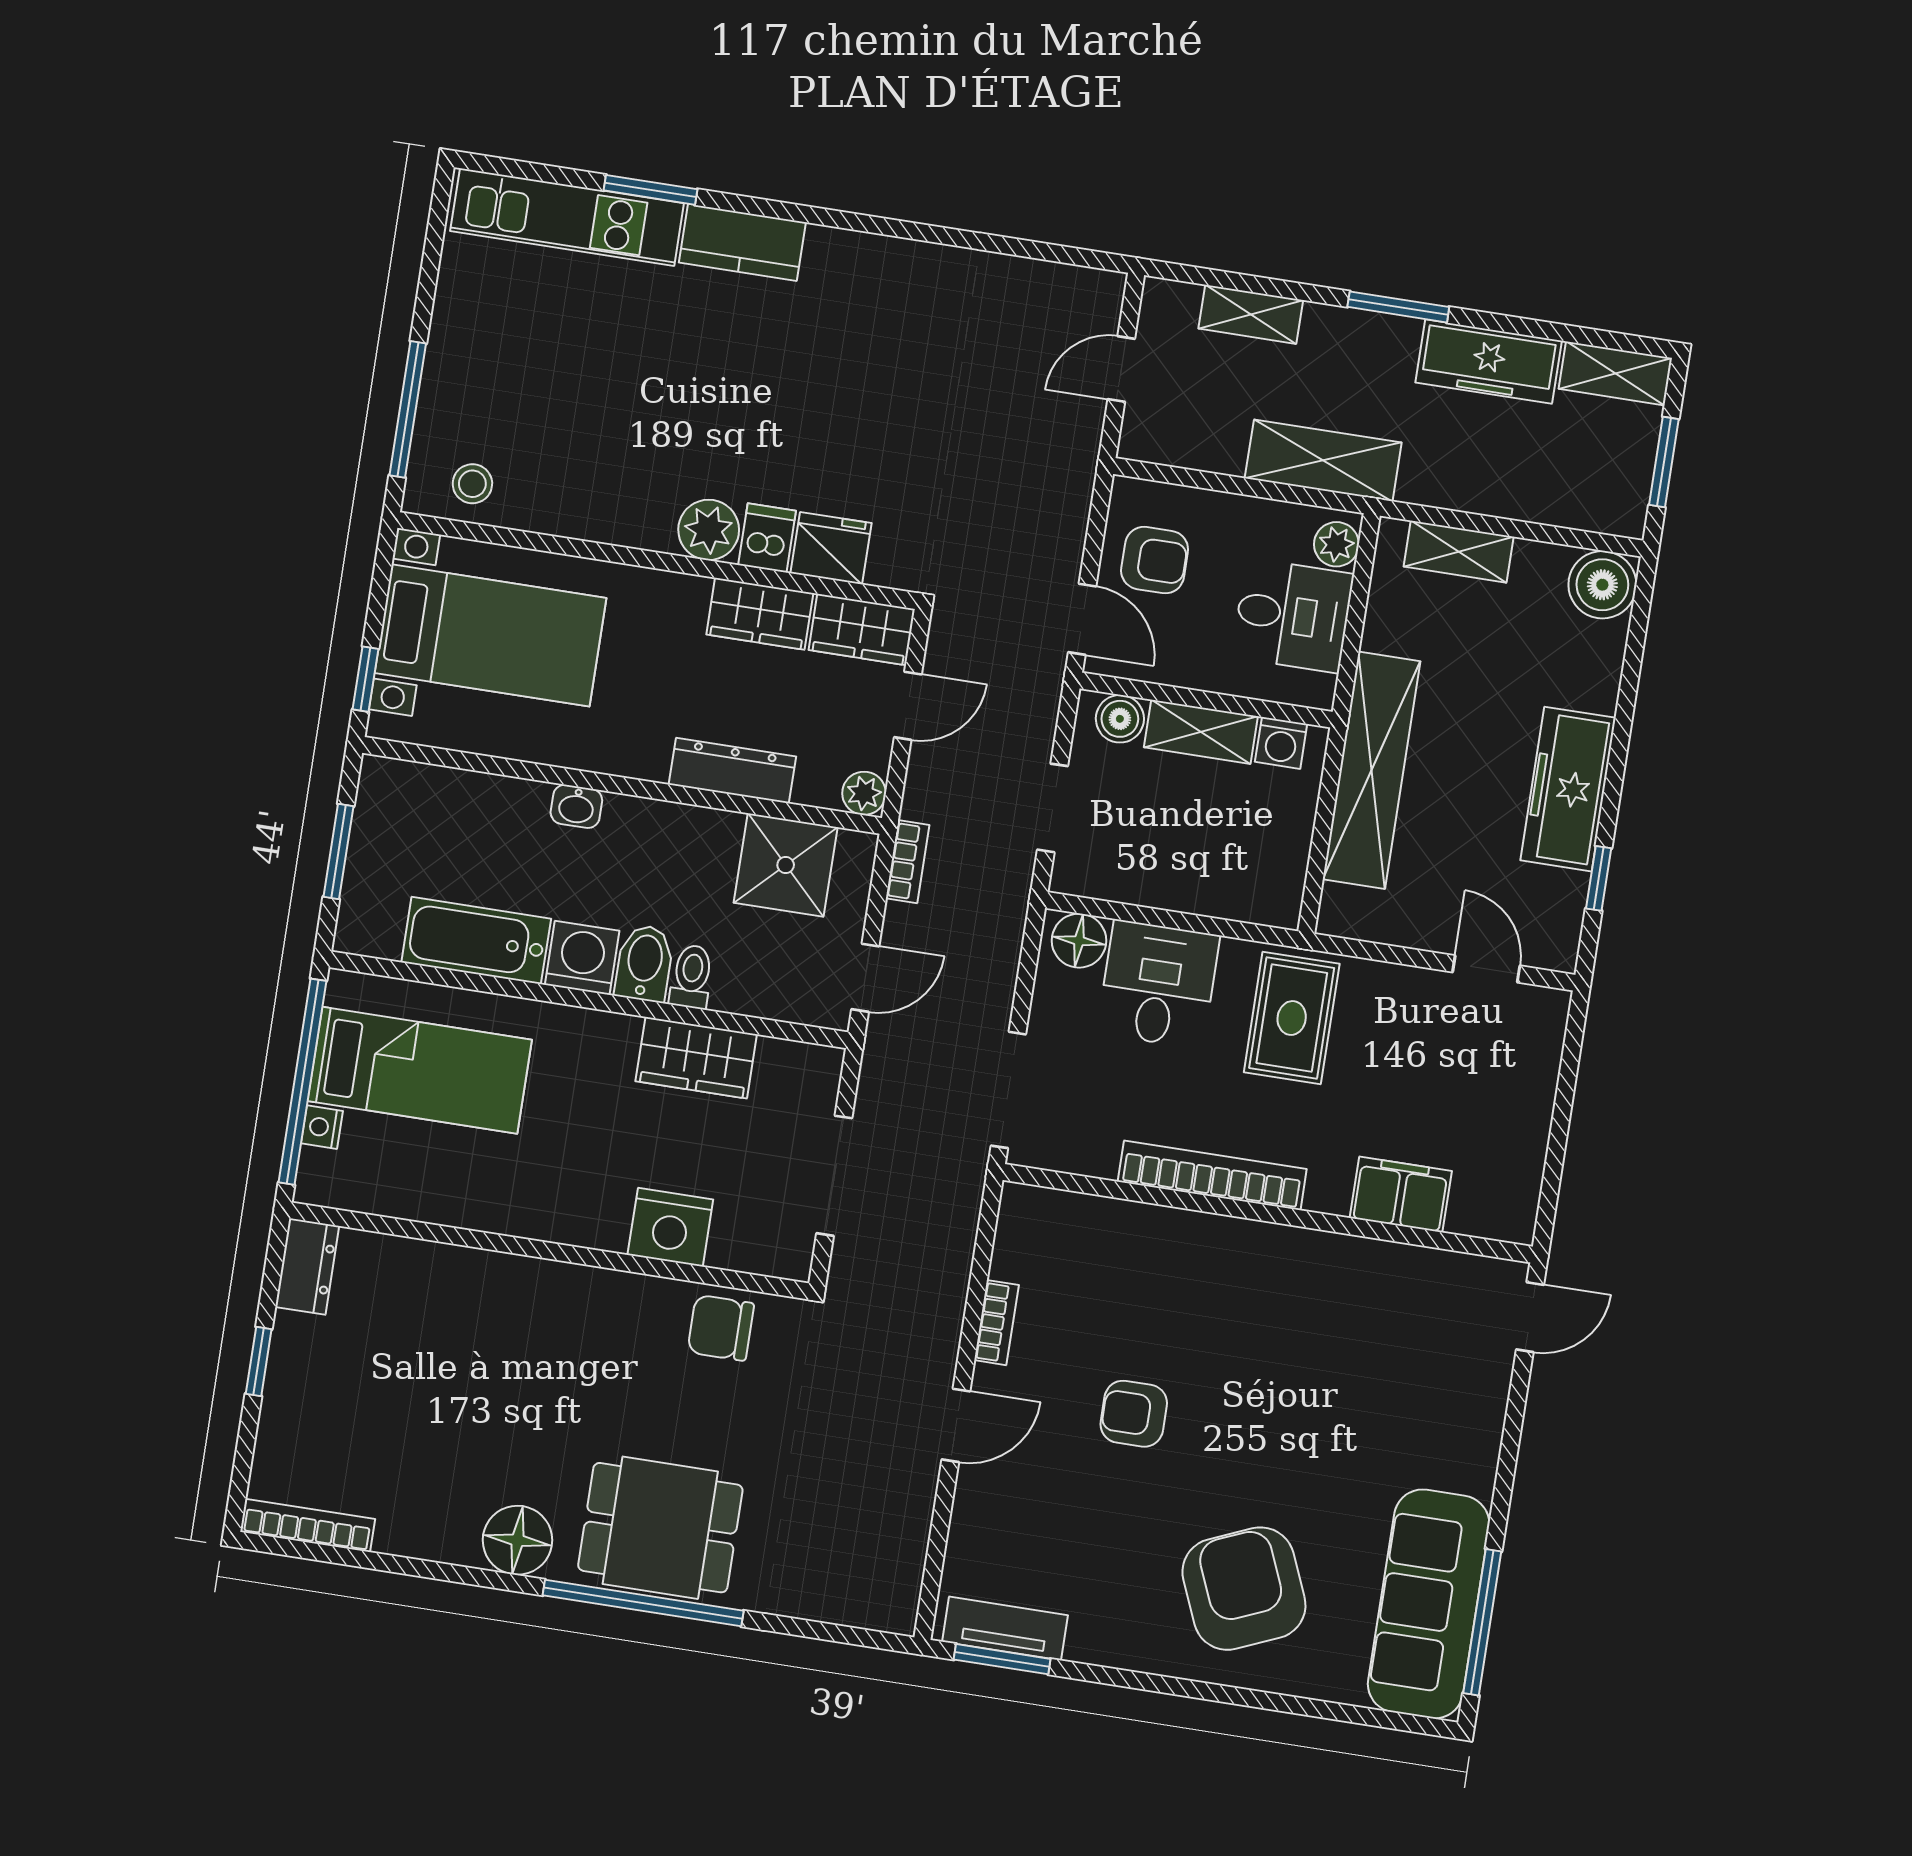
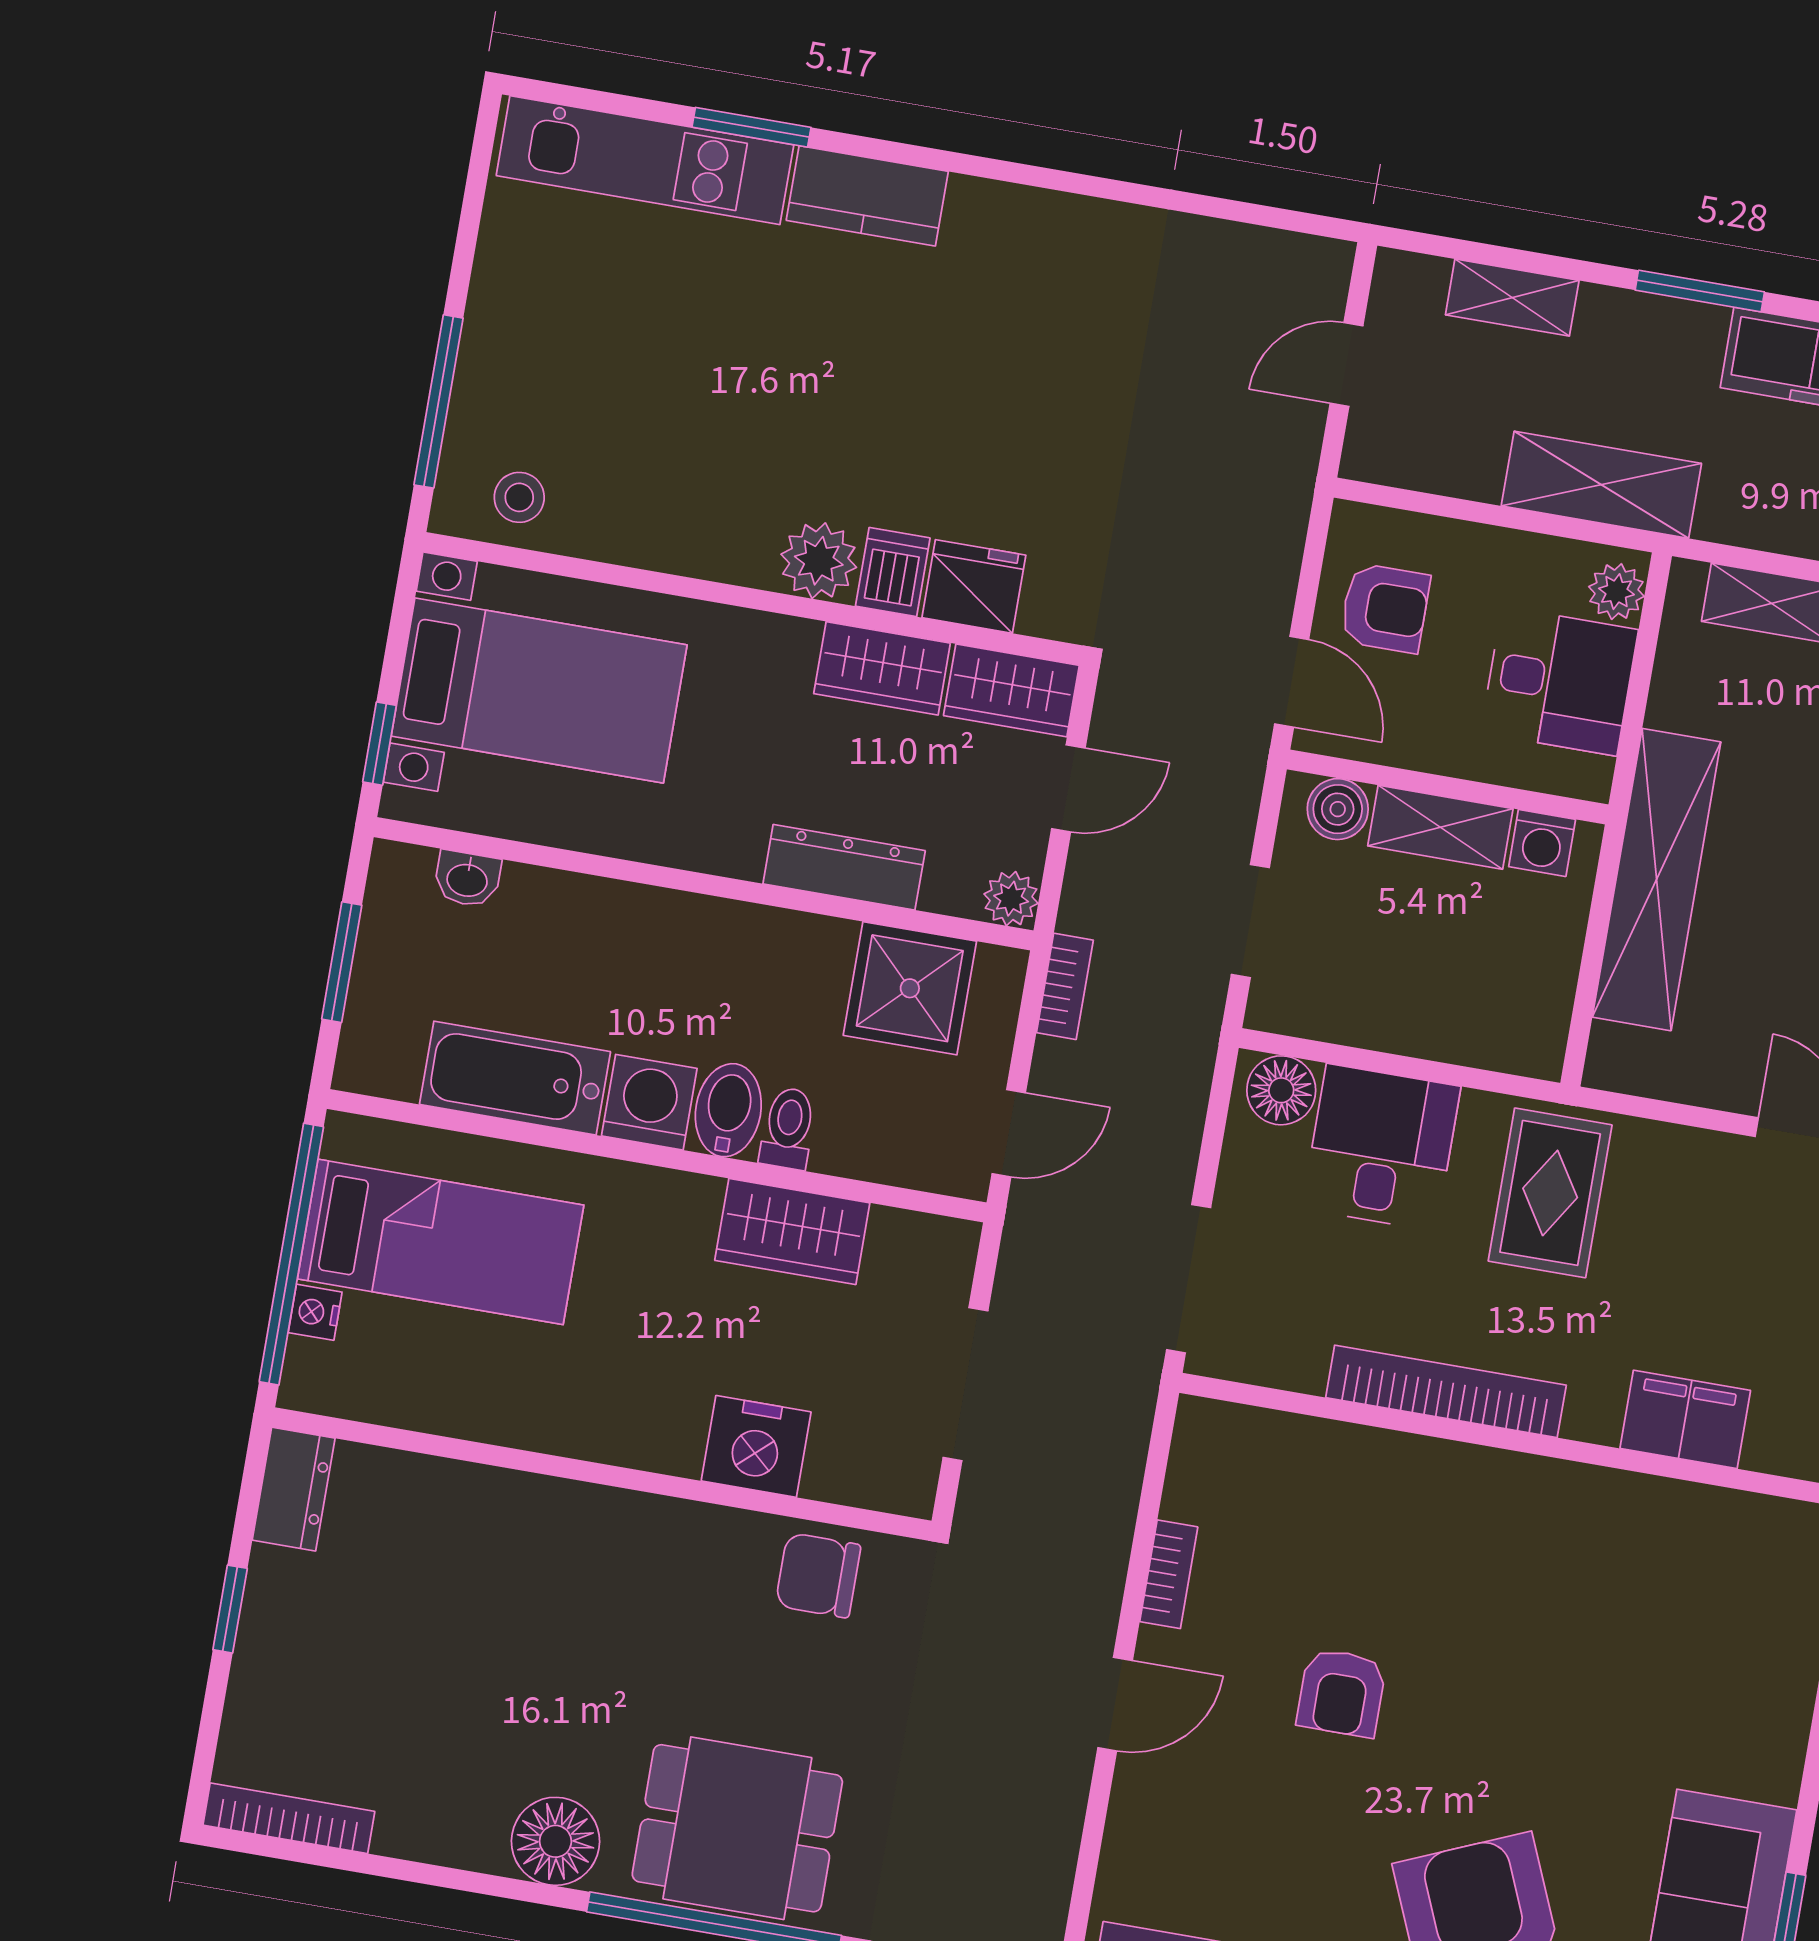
washbasin: (576, 806) -> (467, 879), moved
armchair: (1134, 1414) -> (1341, 1693), turned -90

